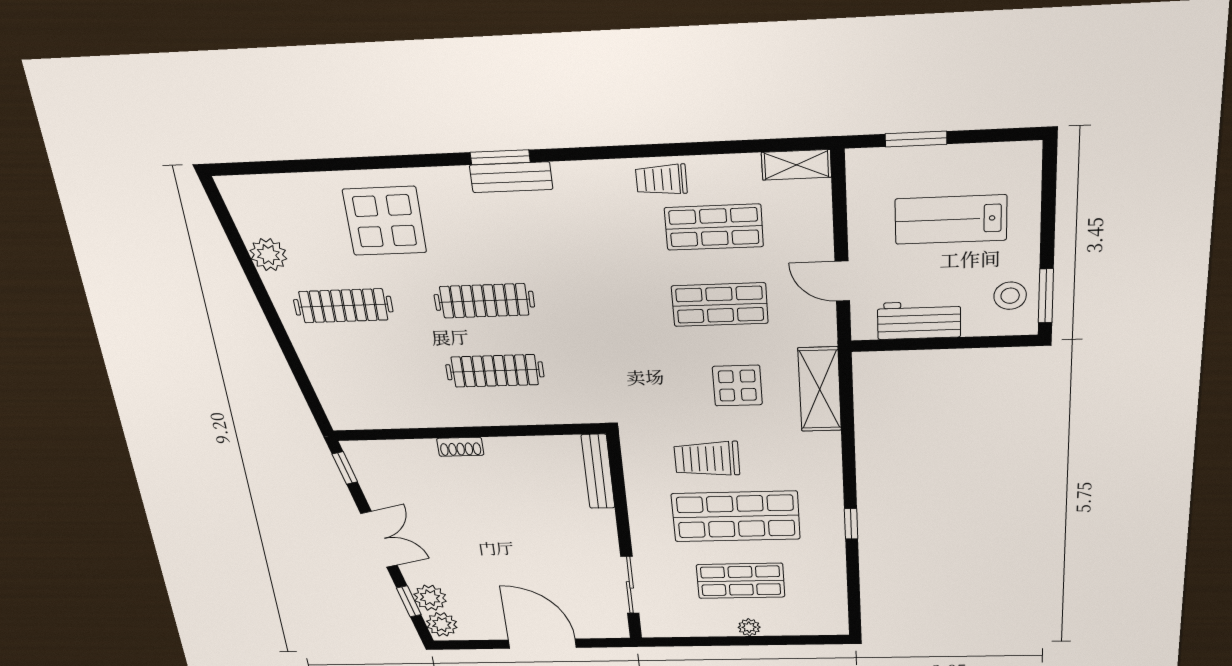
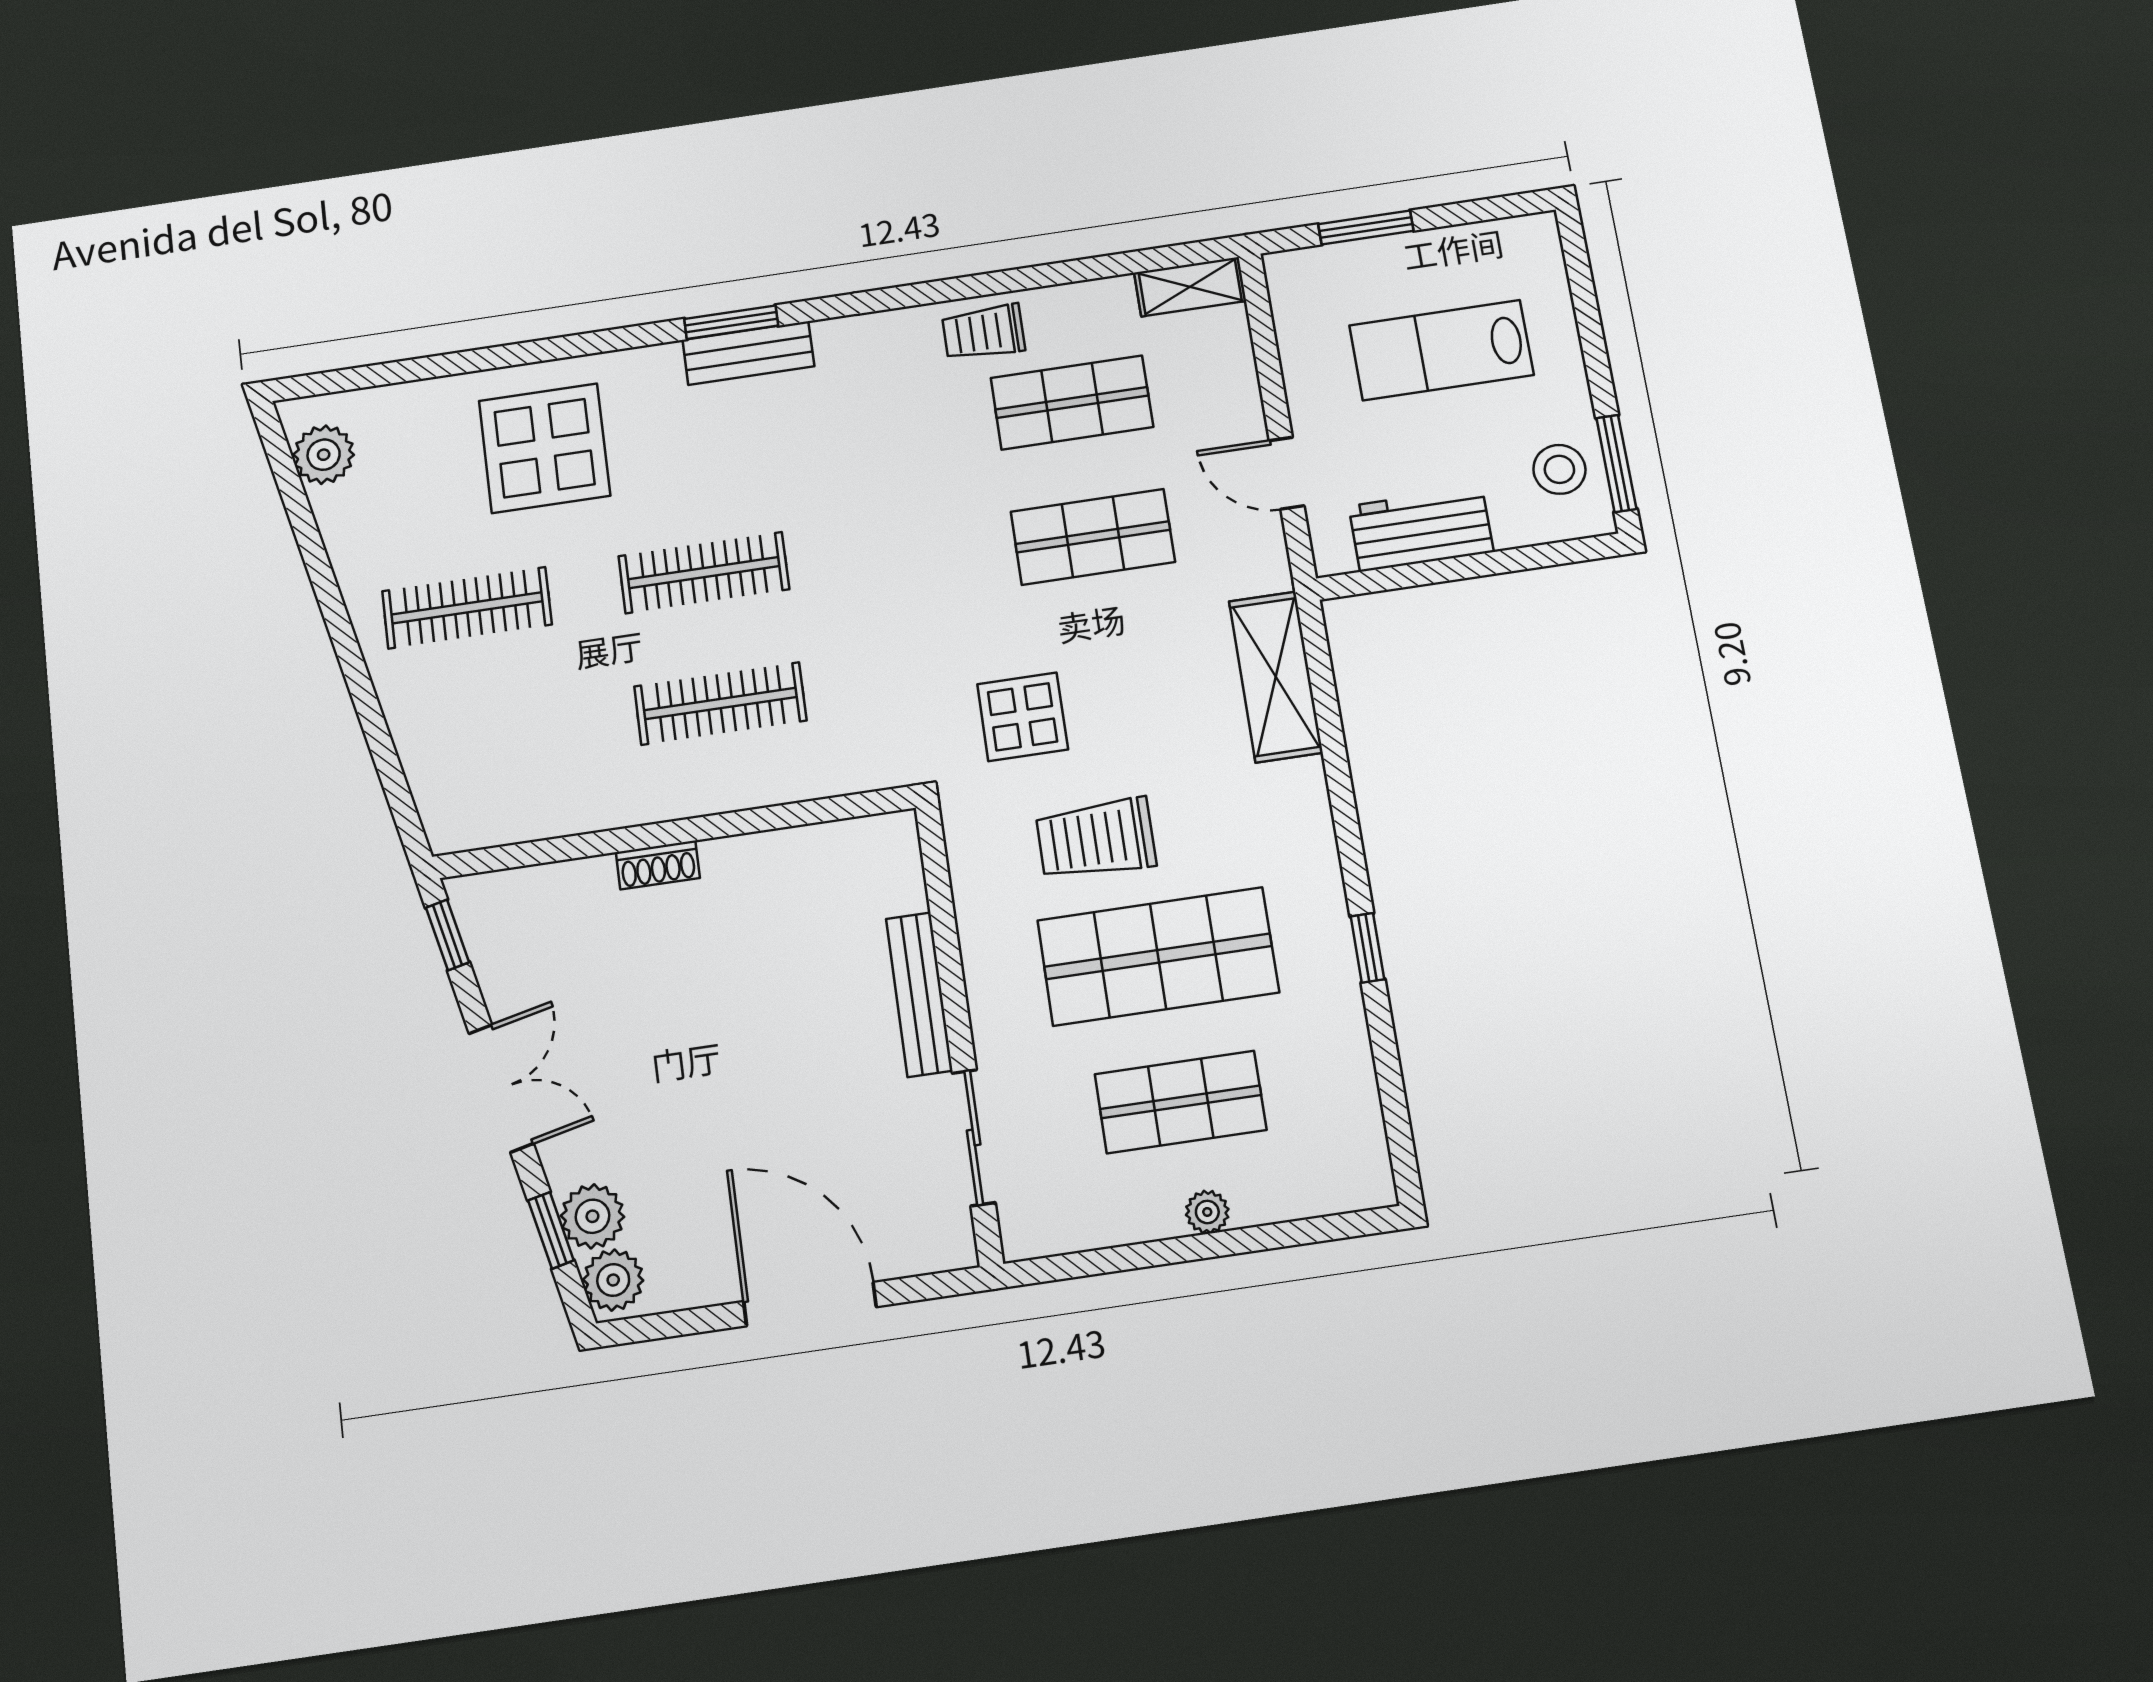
plant: (268, 255) -> (324, 455), moved
display table: (737, 386) -> (1023, 717), moved
bench: (598, 471) -> (919, 994), moved

